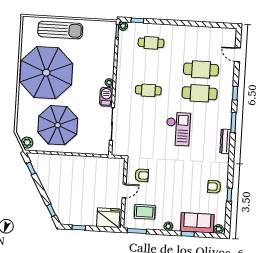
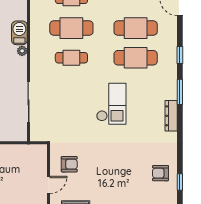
cafe table: (150, 67) -> (71, 28), added
barbecue: (106, 97) -> (19, 33), moved

